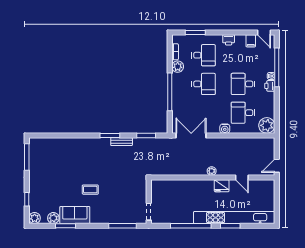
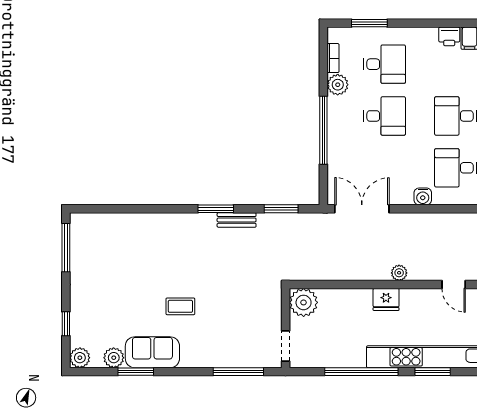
printer: (229, 40) -> (449, 36), moved
fridge: (222, 186) -> (386, 299), moved
plant: (159, 187) -> (304, 302), added

